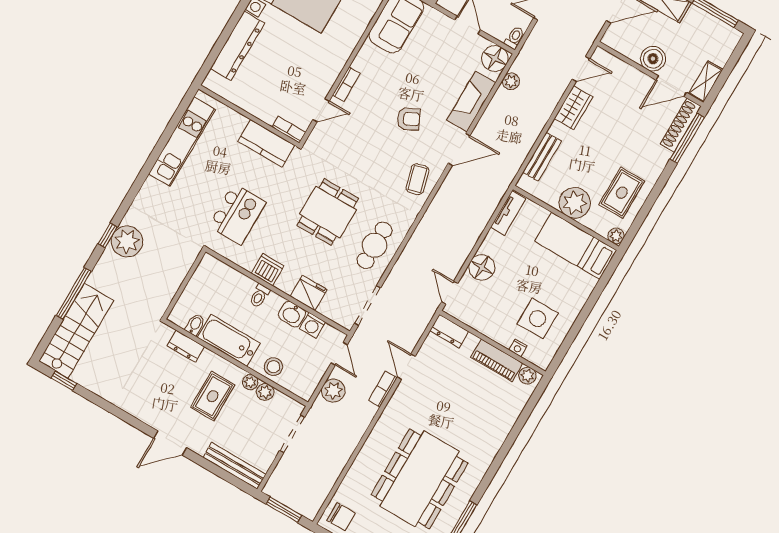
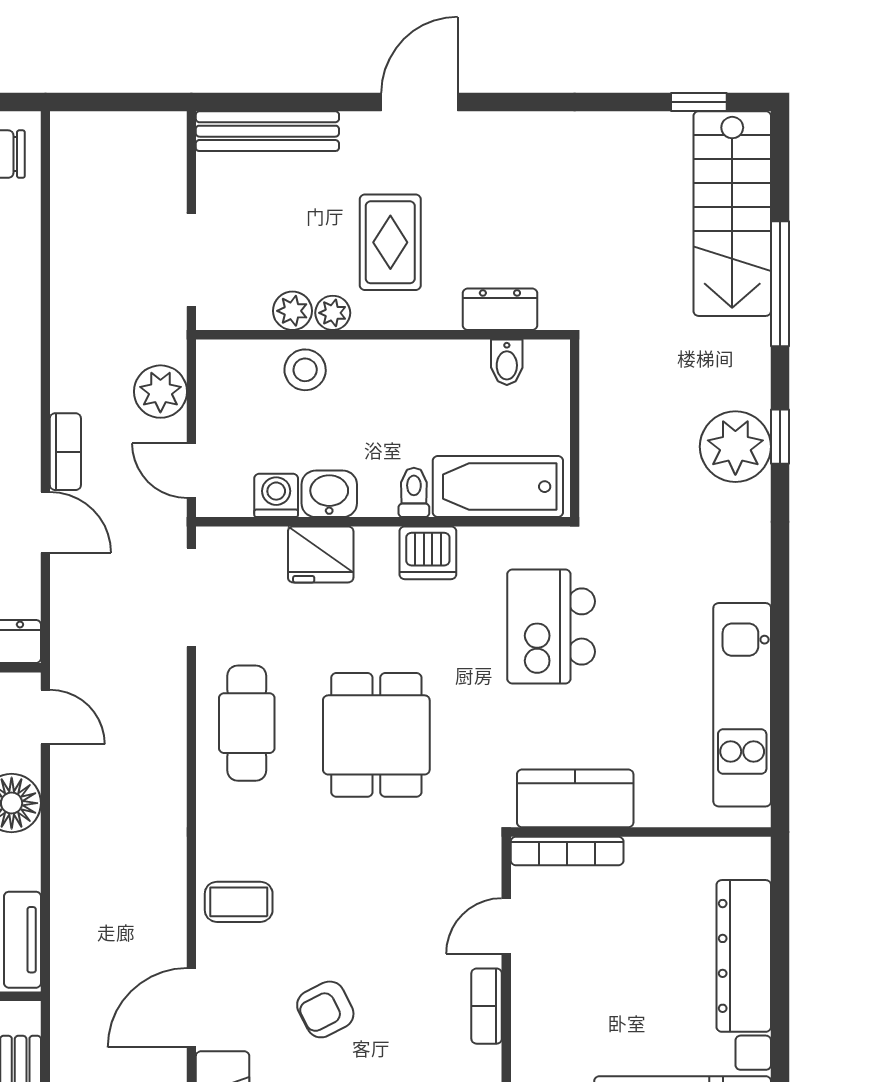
bookcase: (289, 130) -> (567, 851), width x1.56
coffee table: (417, 179) -> (239, 902), turned -75
bathtub: (229, 340) -> (498, 487), moved, turned 180
window: (284, 510) -> (121, 102), removed

